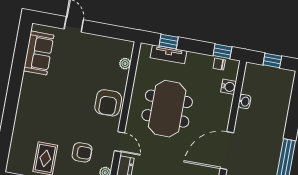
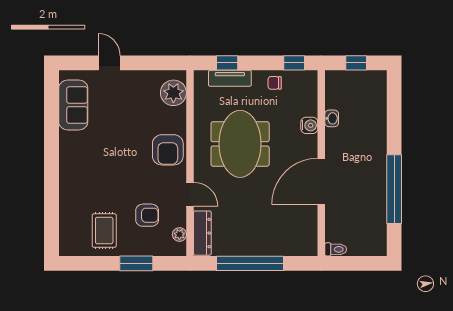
plant: (125, 64) -> (173, 93), width x1.87, depth x1.87
chair: (219, 64) -> (275, 83), moved
water cooler: (229, 87) -> (309, 125), moved

